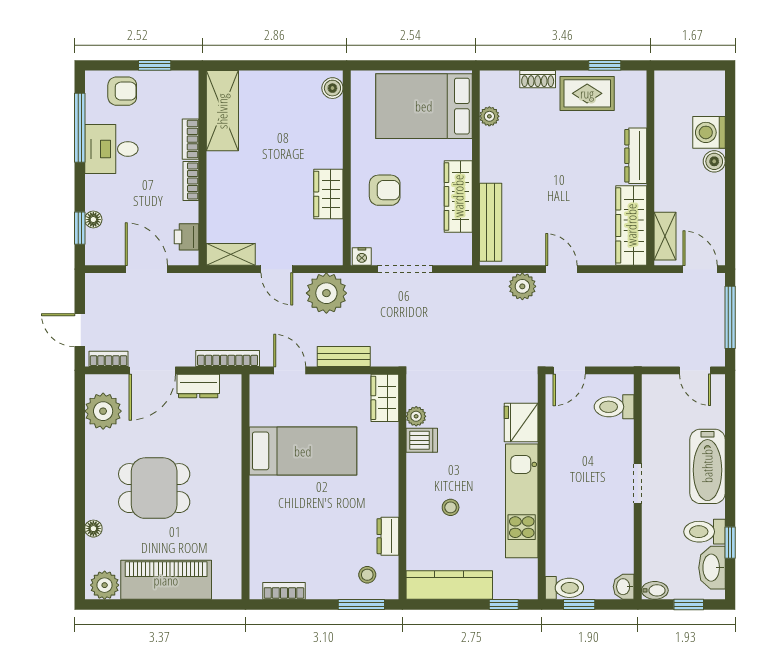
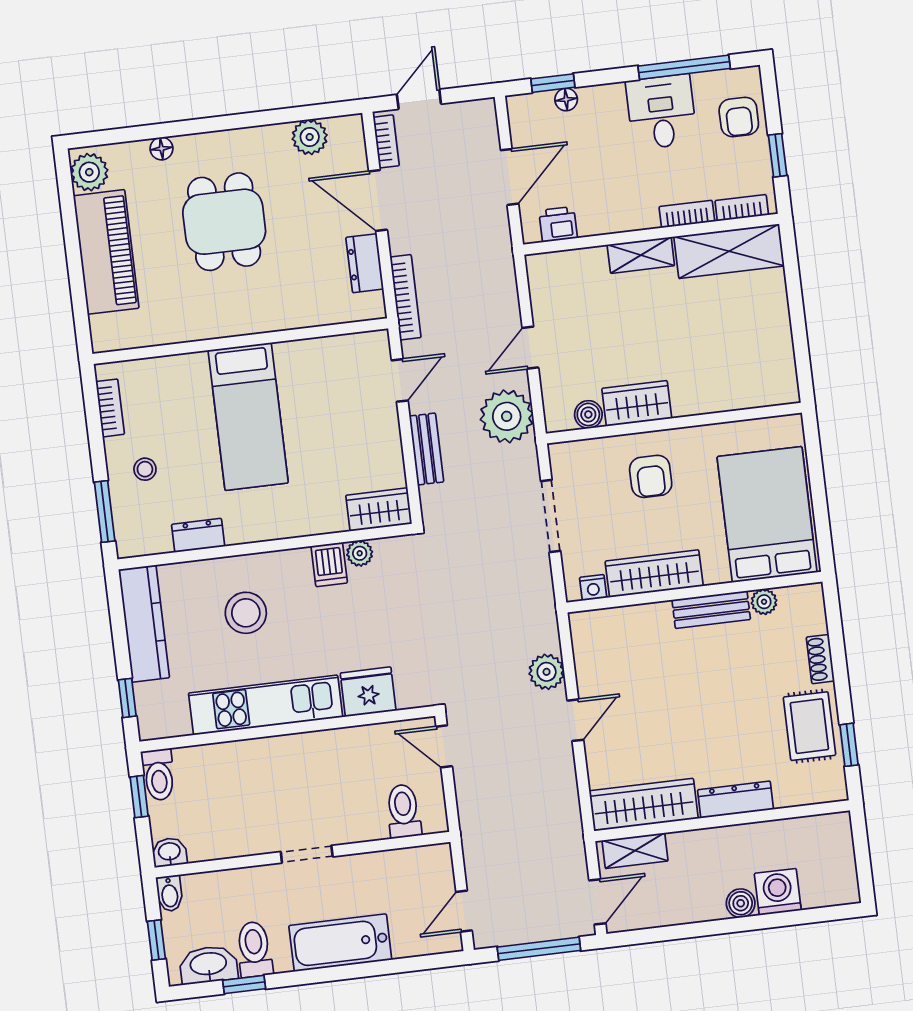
boiler: (332, 88) -> (588, 414), moved
bookcase: (191, 181) -> (742, 208), moved
bench: (491, 222) -> (711, 610), moved, width x0.73
shelving: (231, 254) -> (641, 255), moved, turned 90
nightstand: (362, 256) -> (593, 588), moved, turned -90
plant: (103, 411) -> (310, 137), width x0.73, depth x0.73
bed: (303, 451) -> (248, 416), moved
stool: (451, 507) -> (246, 613), width x1.89, depth x1.89
stool: (367, 575) -> (145, 469), moved

